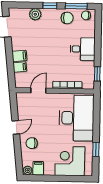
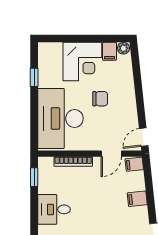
filing cabinet: (20, 67) -> (134, 164), moved
door: (16, 127) -> (144, 137), moved
chair: (32, 143) -> (100, 99), moved
corner desk: (70, 161) -> (82, 61), moved

